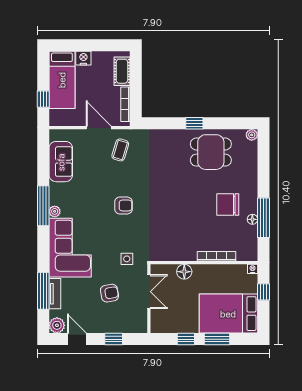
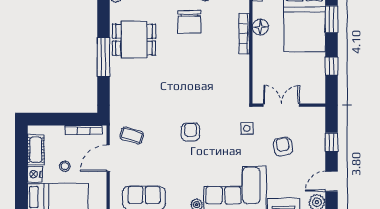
cot: (122, 71) -> (36, 150), moved, turned 90
stool: (91, 87) -> (65, 166), added
window: (194, 123) -> (104, 57), width x2.17
dining table: (211, 152) -> (134, 40), turned 90
floor lamp: (184, 272) -> (260, 27), moved
window: (217, 339) -> (332, 19), moved

